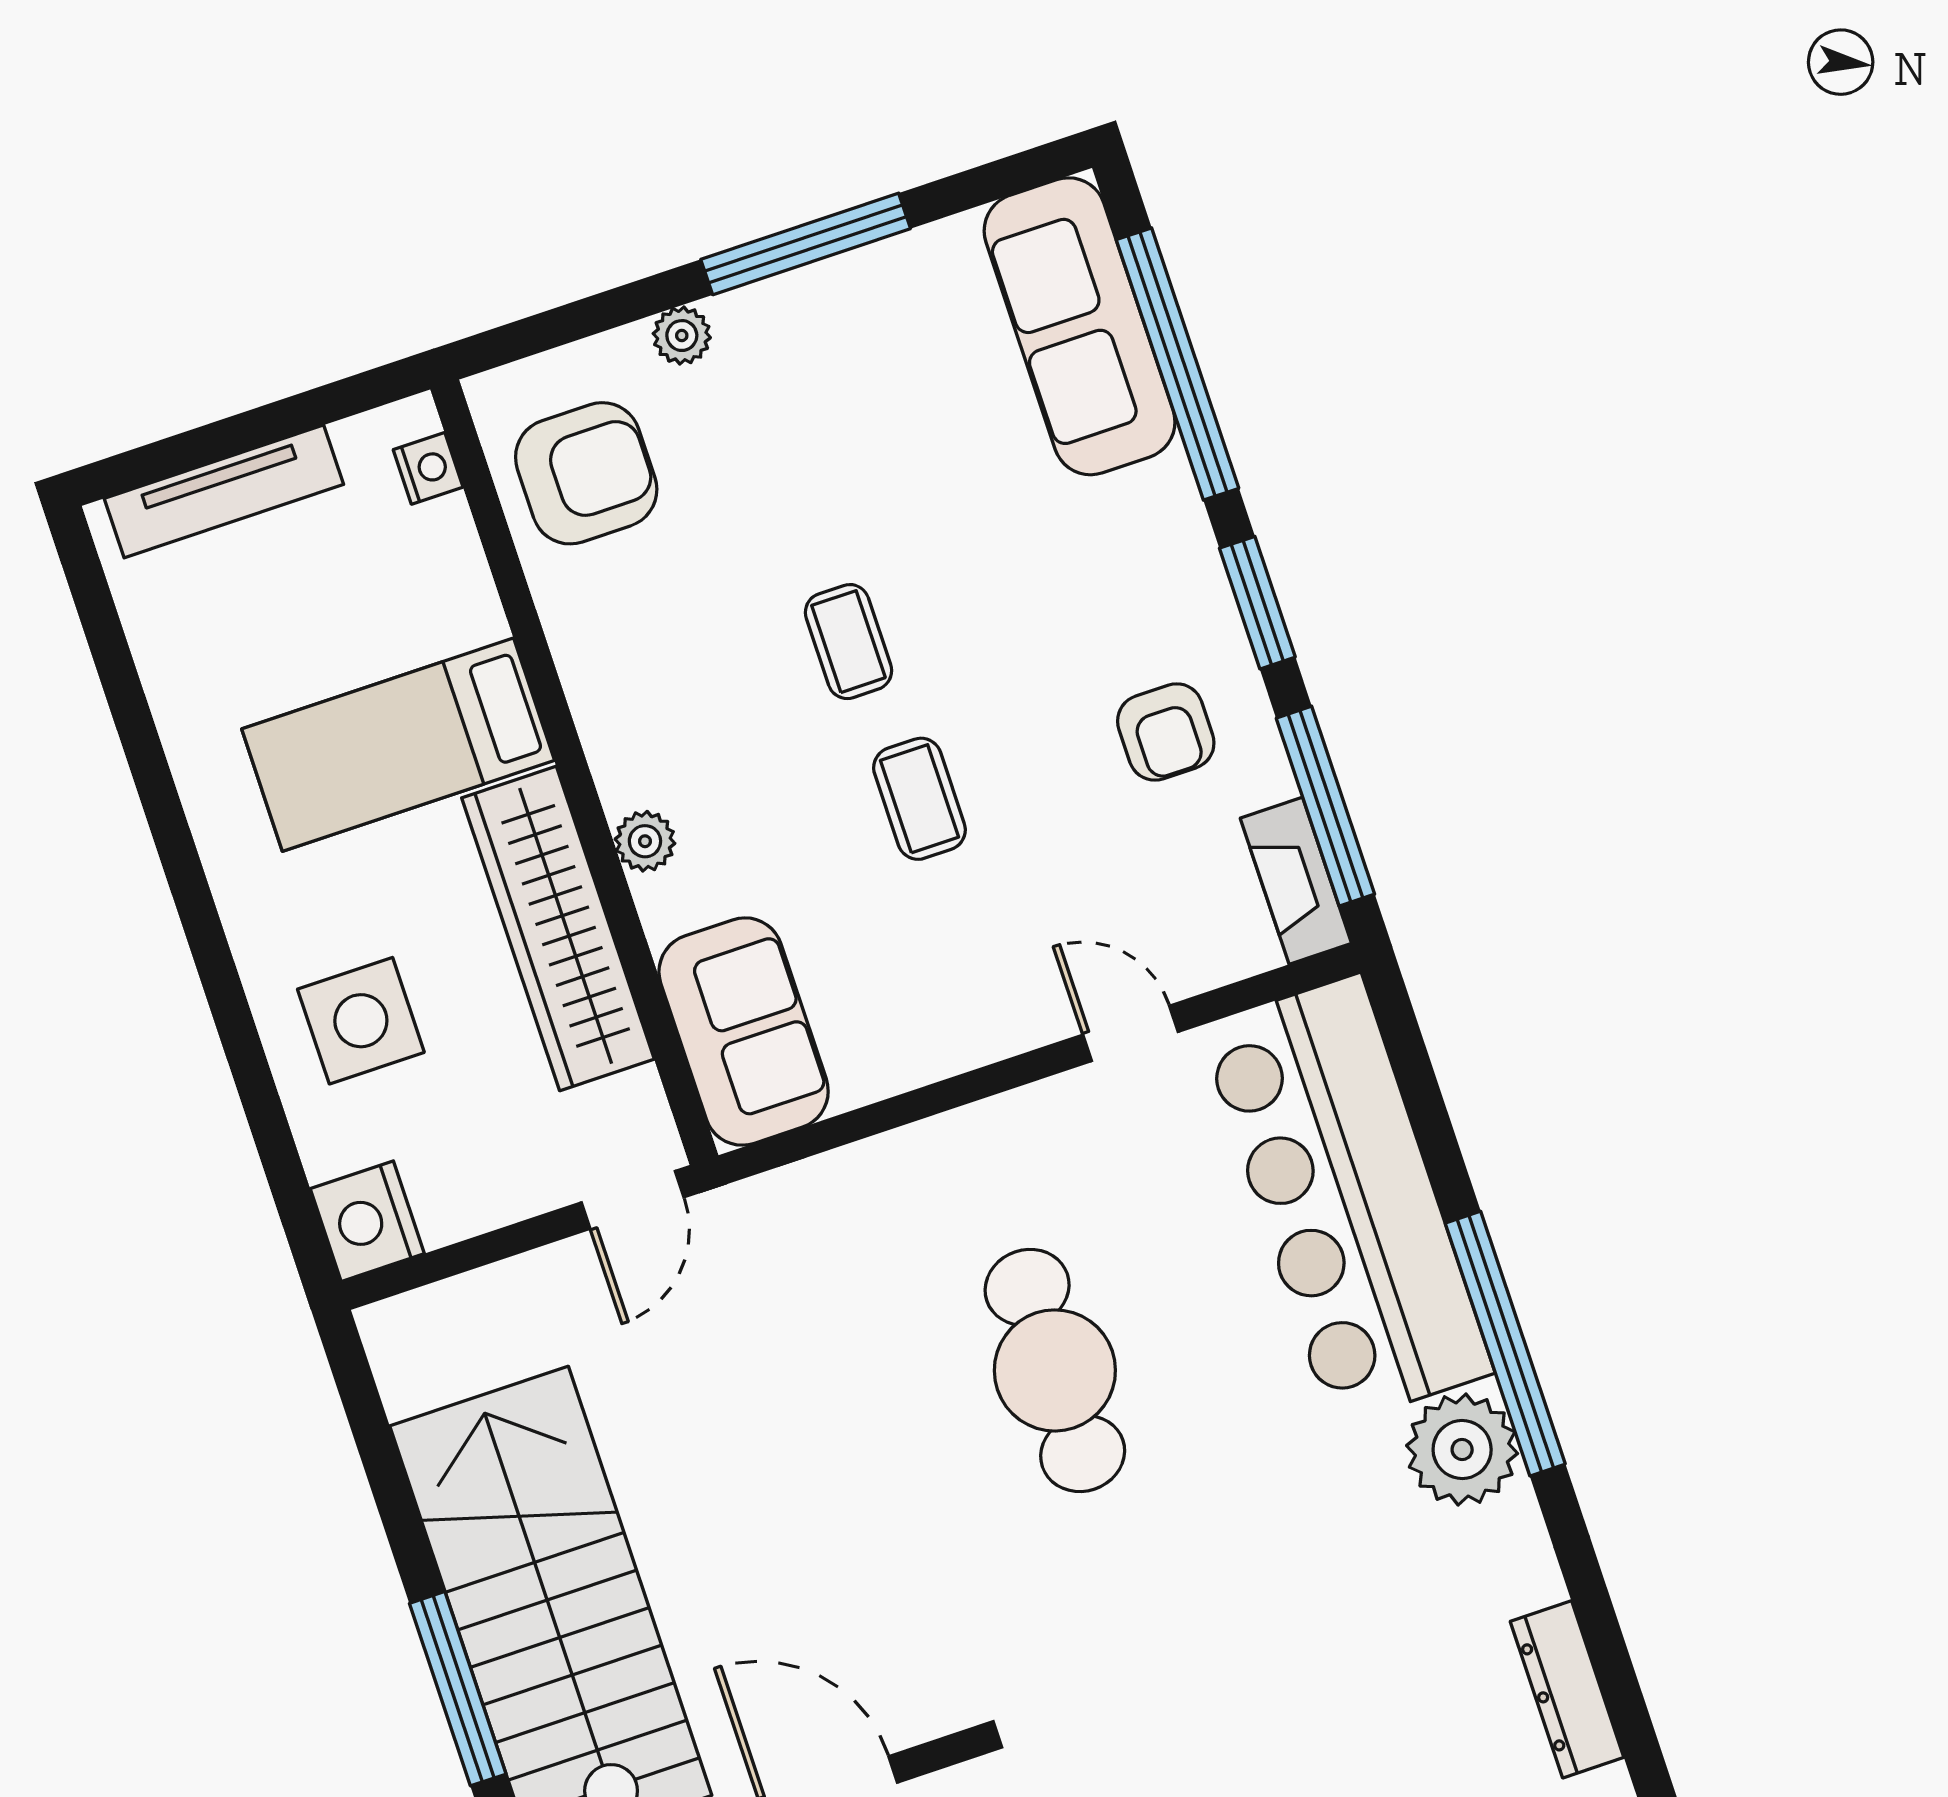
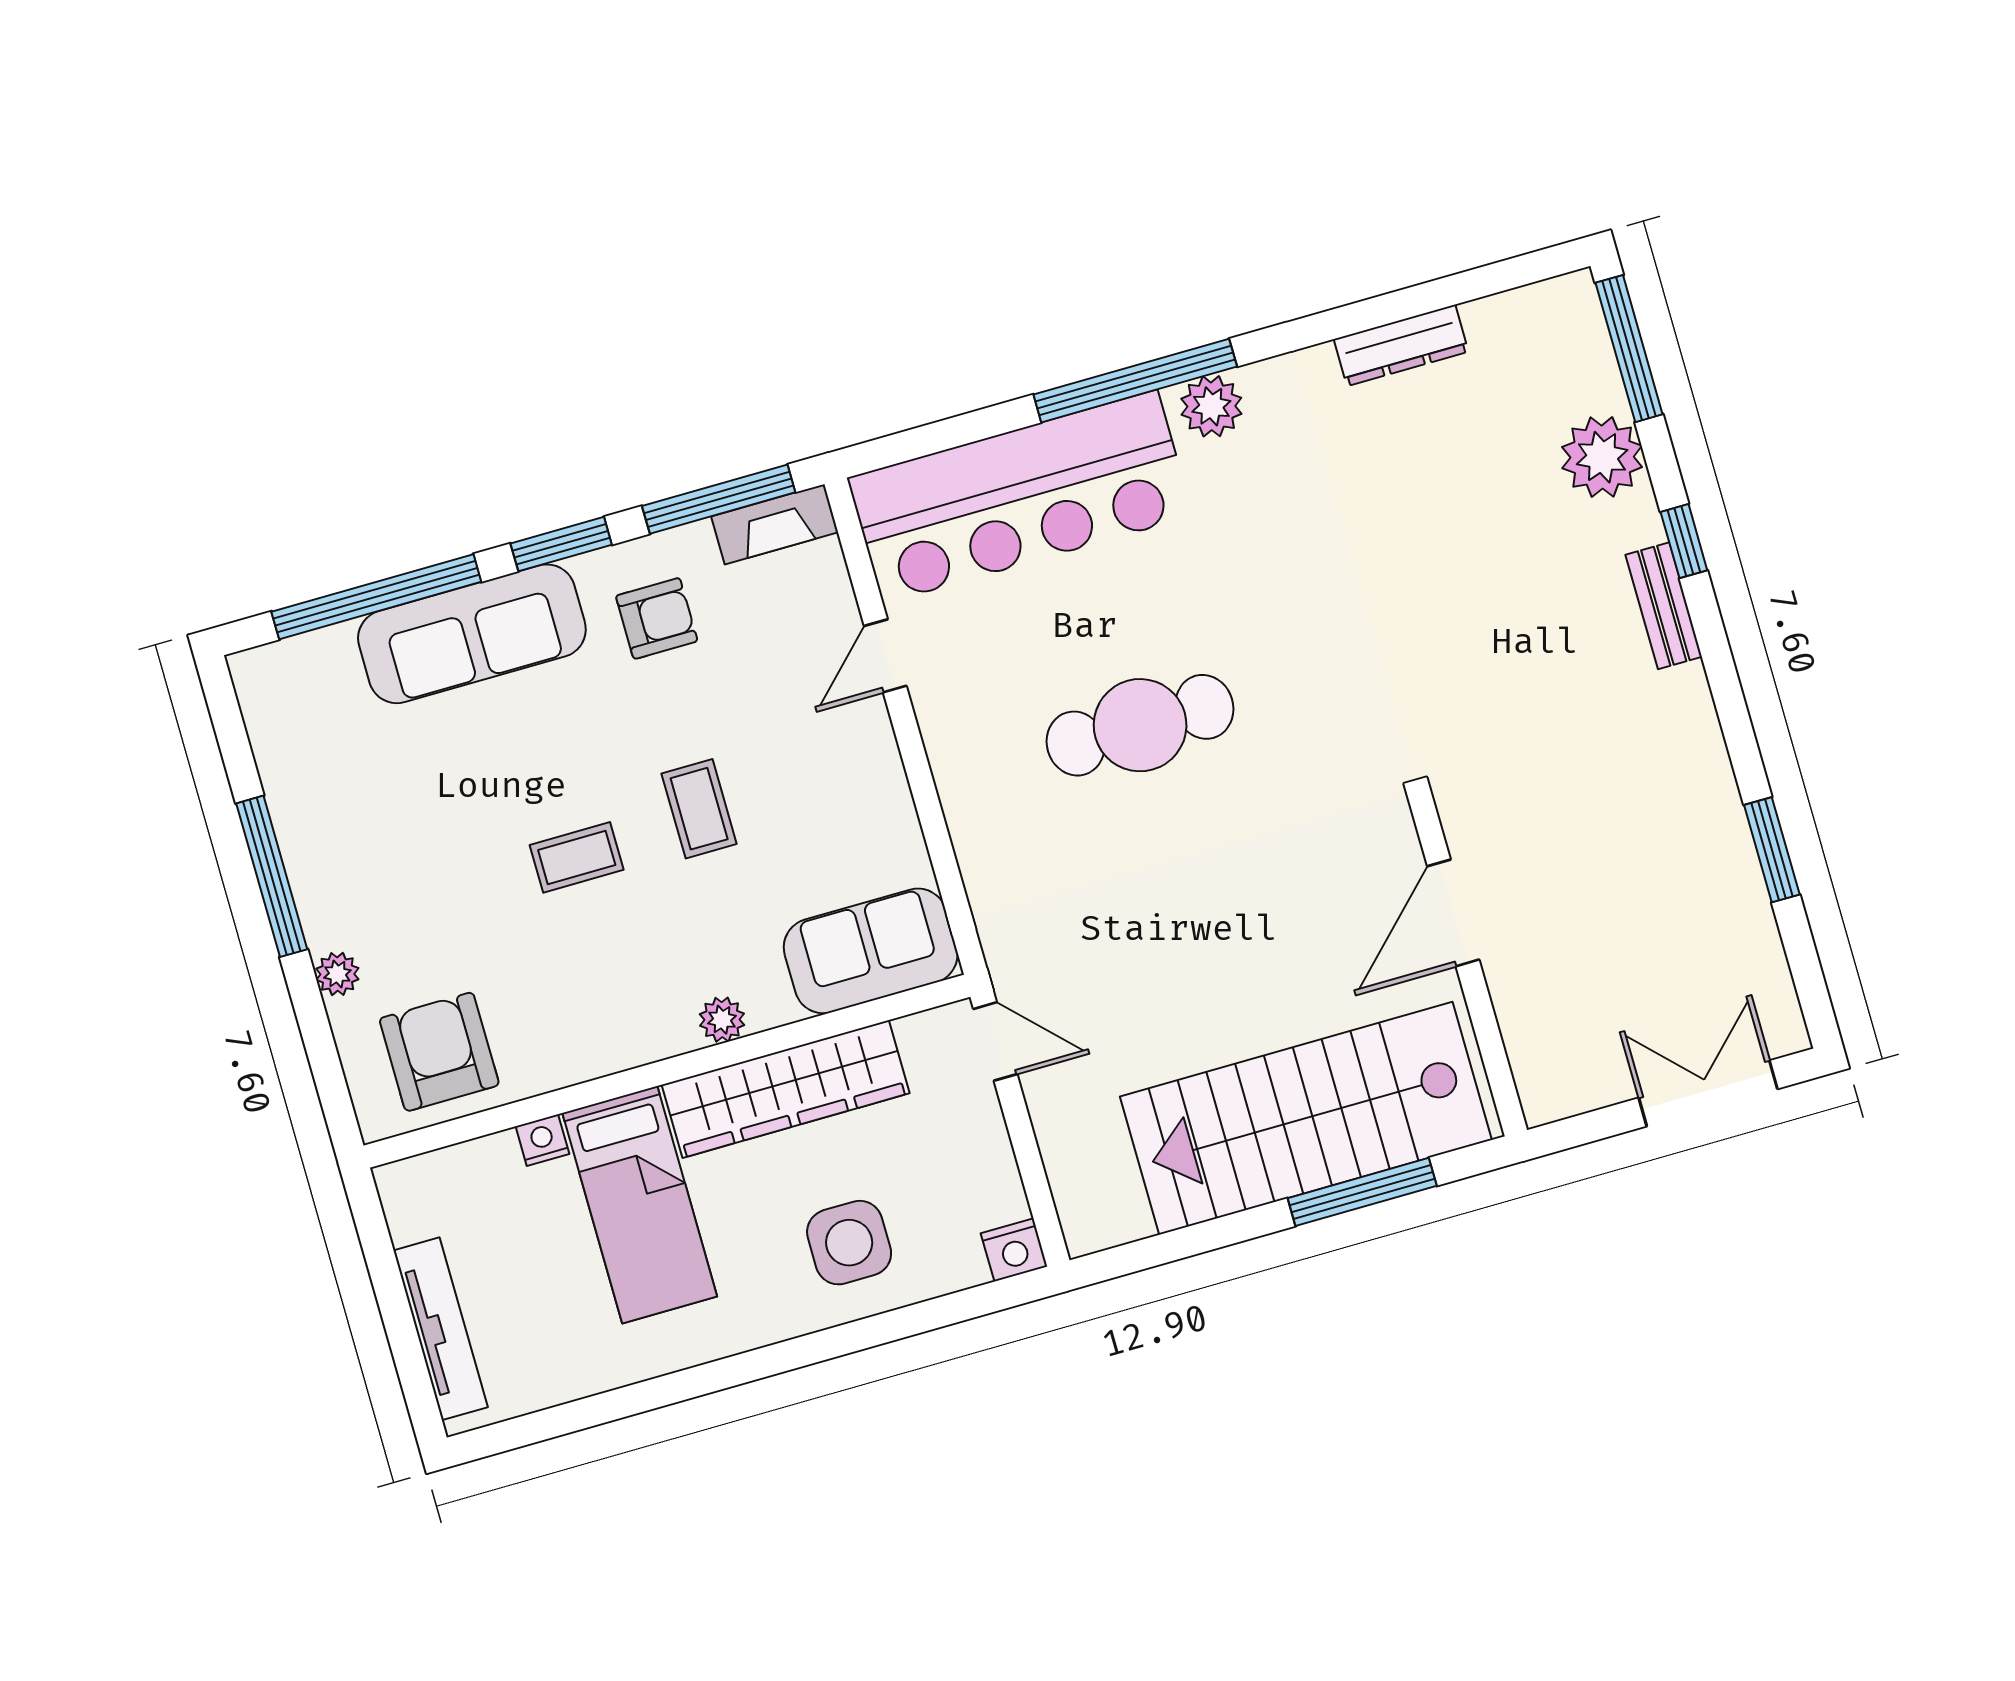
sofa: (1080, 326) -> (472, 634), moved
nightstand: (428, 468) -> (542, 1140), moved
coffee table: (919, 799) -> (699, 809), turned 90
nightstand: (367, 1221) -> (1014, 1250), width x0.74, depth x0.75
plant: (1462, 1449) -> (1211, 406), width x0.73, depth x0.73

